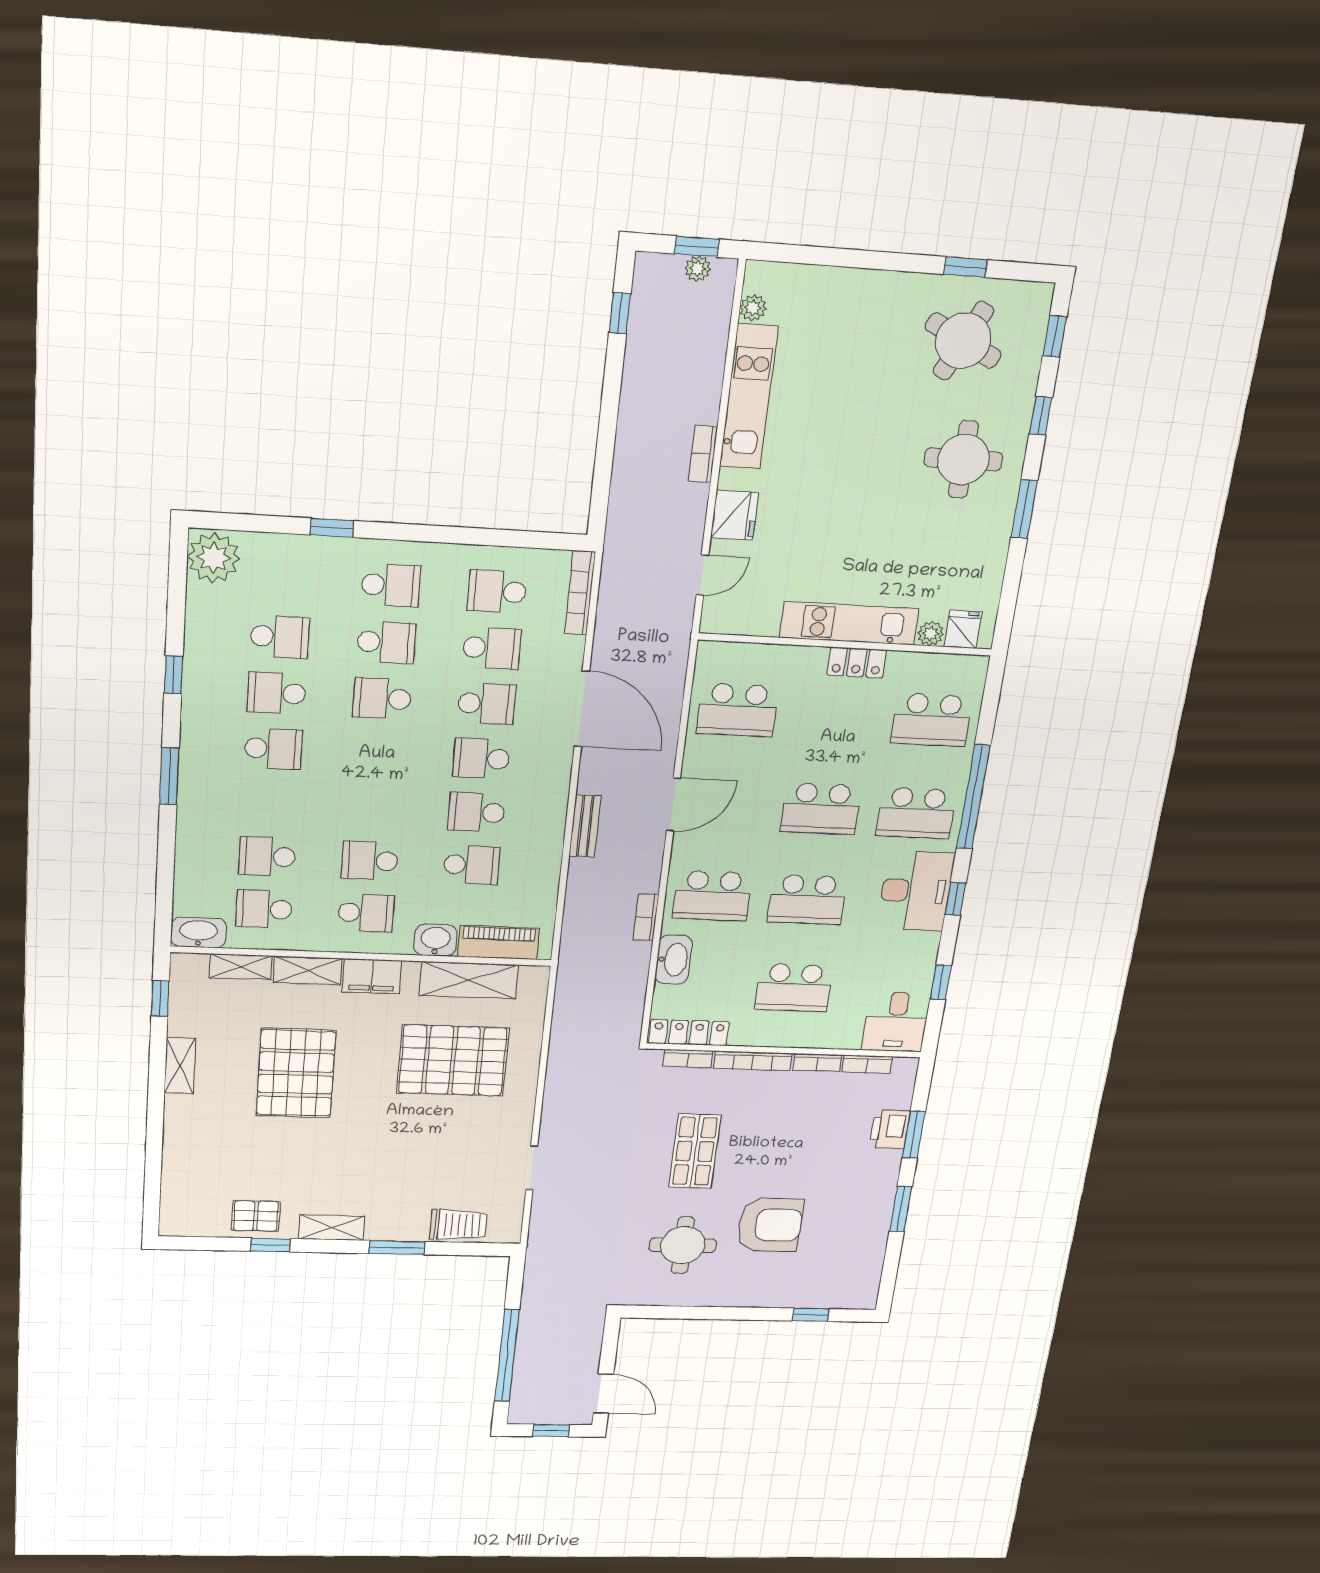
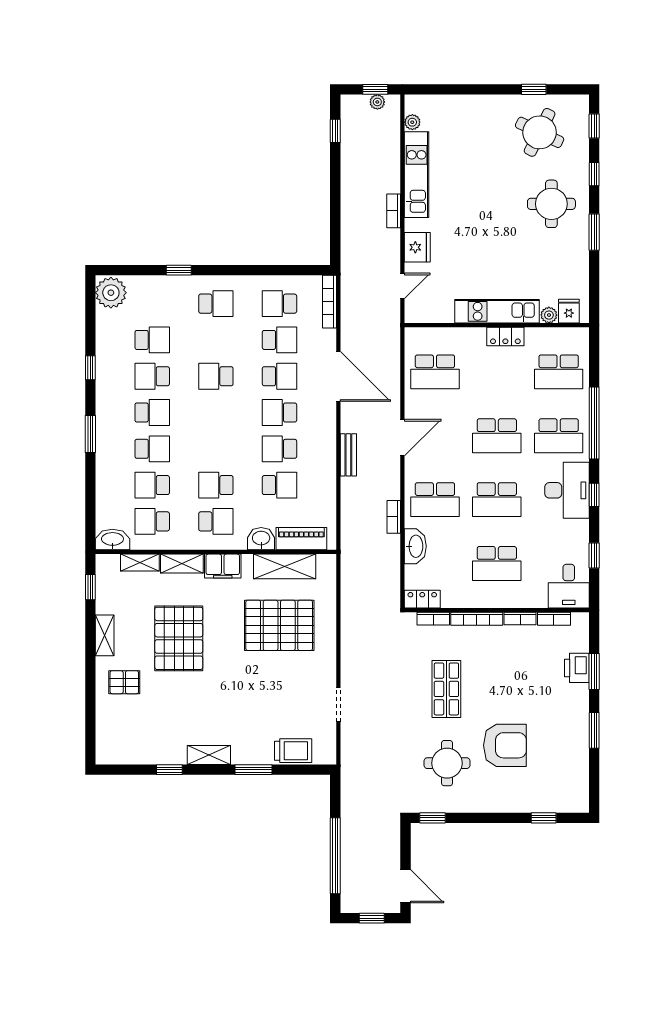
school desk: (386, 642) -> (152, 449), moved
locker: (689, 1032) -> (422, 599), width x0.66
pallet: (256, 1216) -> (124, 682), moved
window: (653, 1312) -> (433, 818), added

